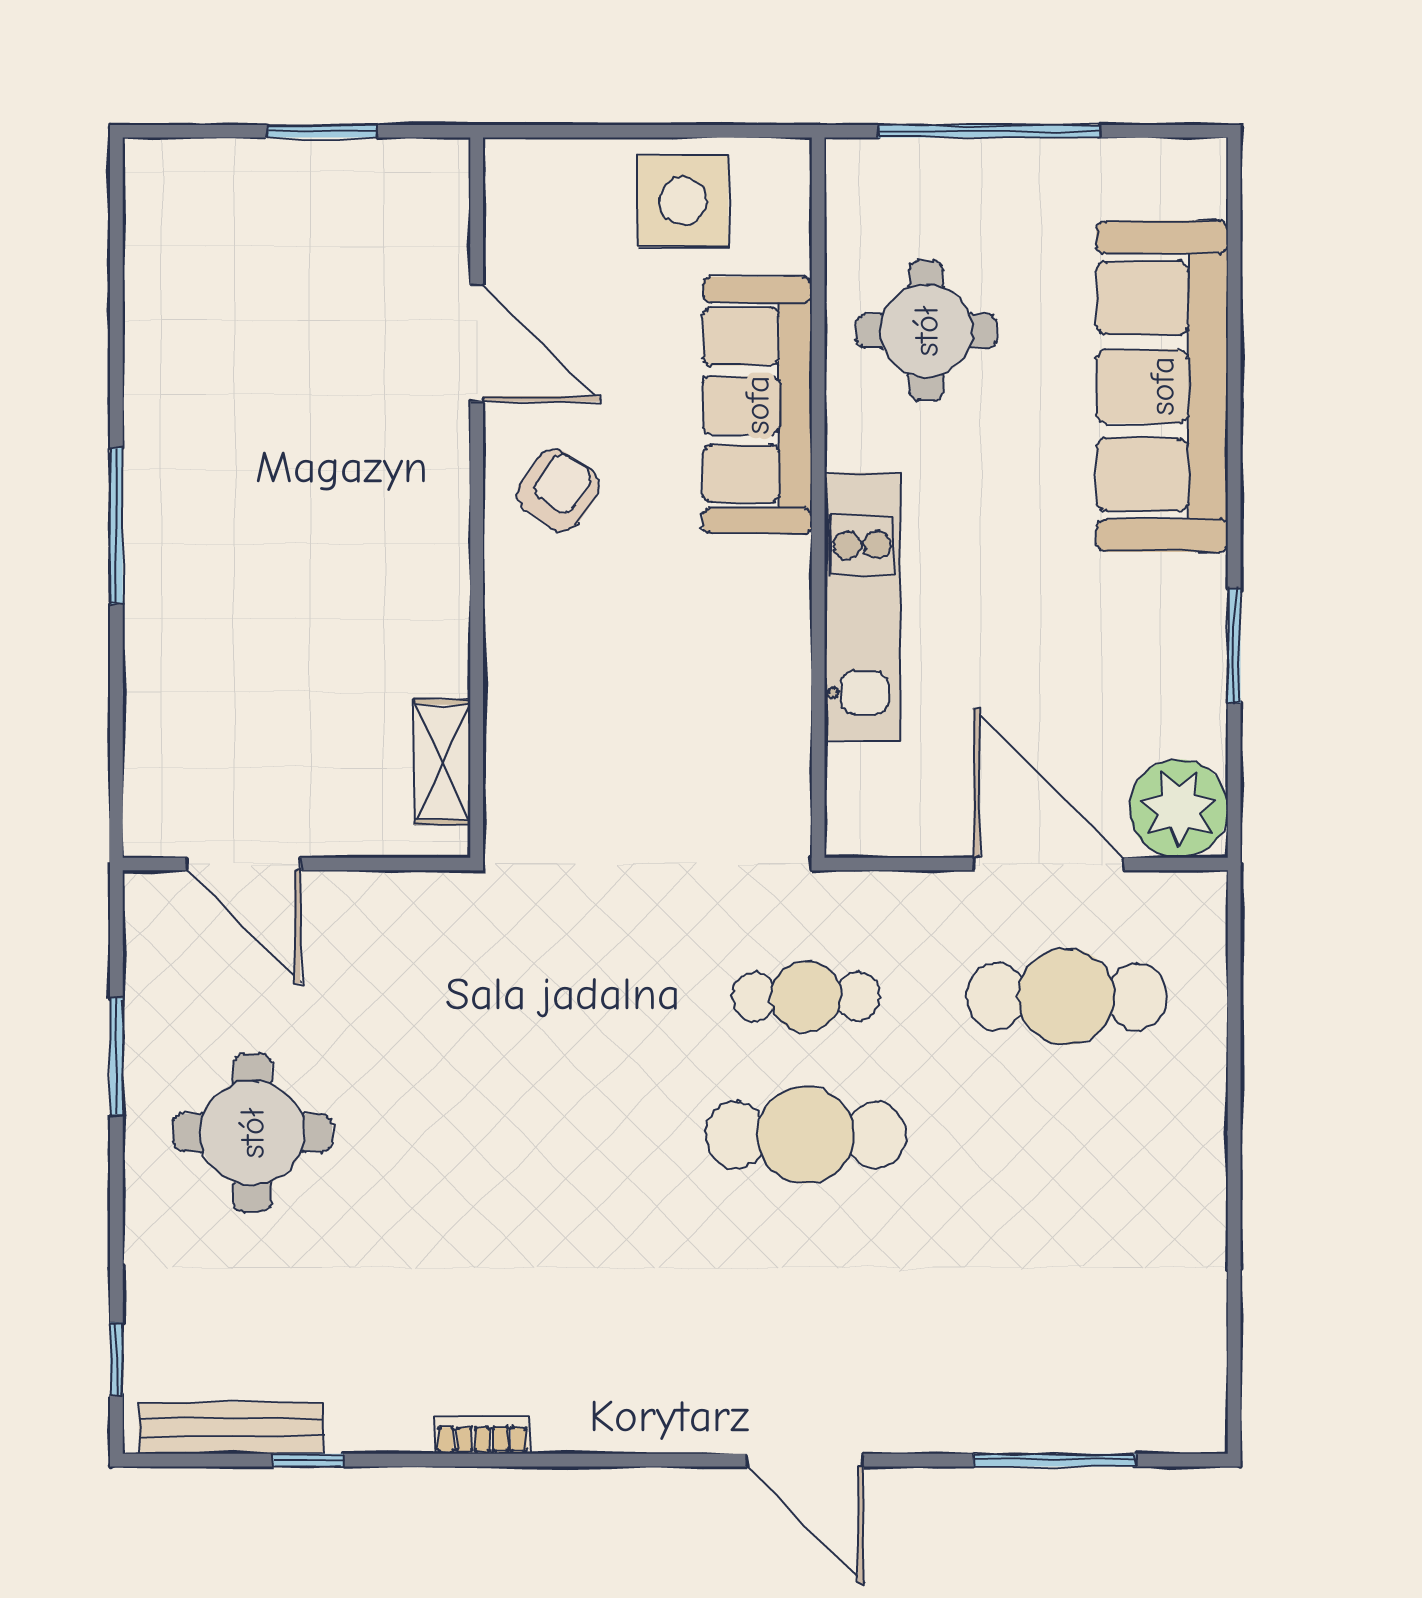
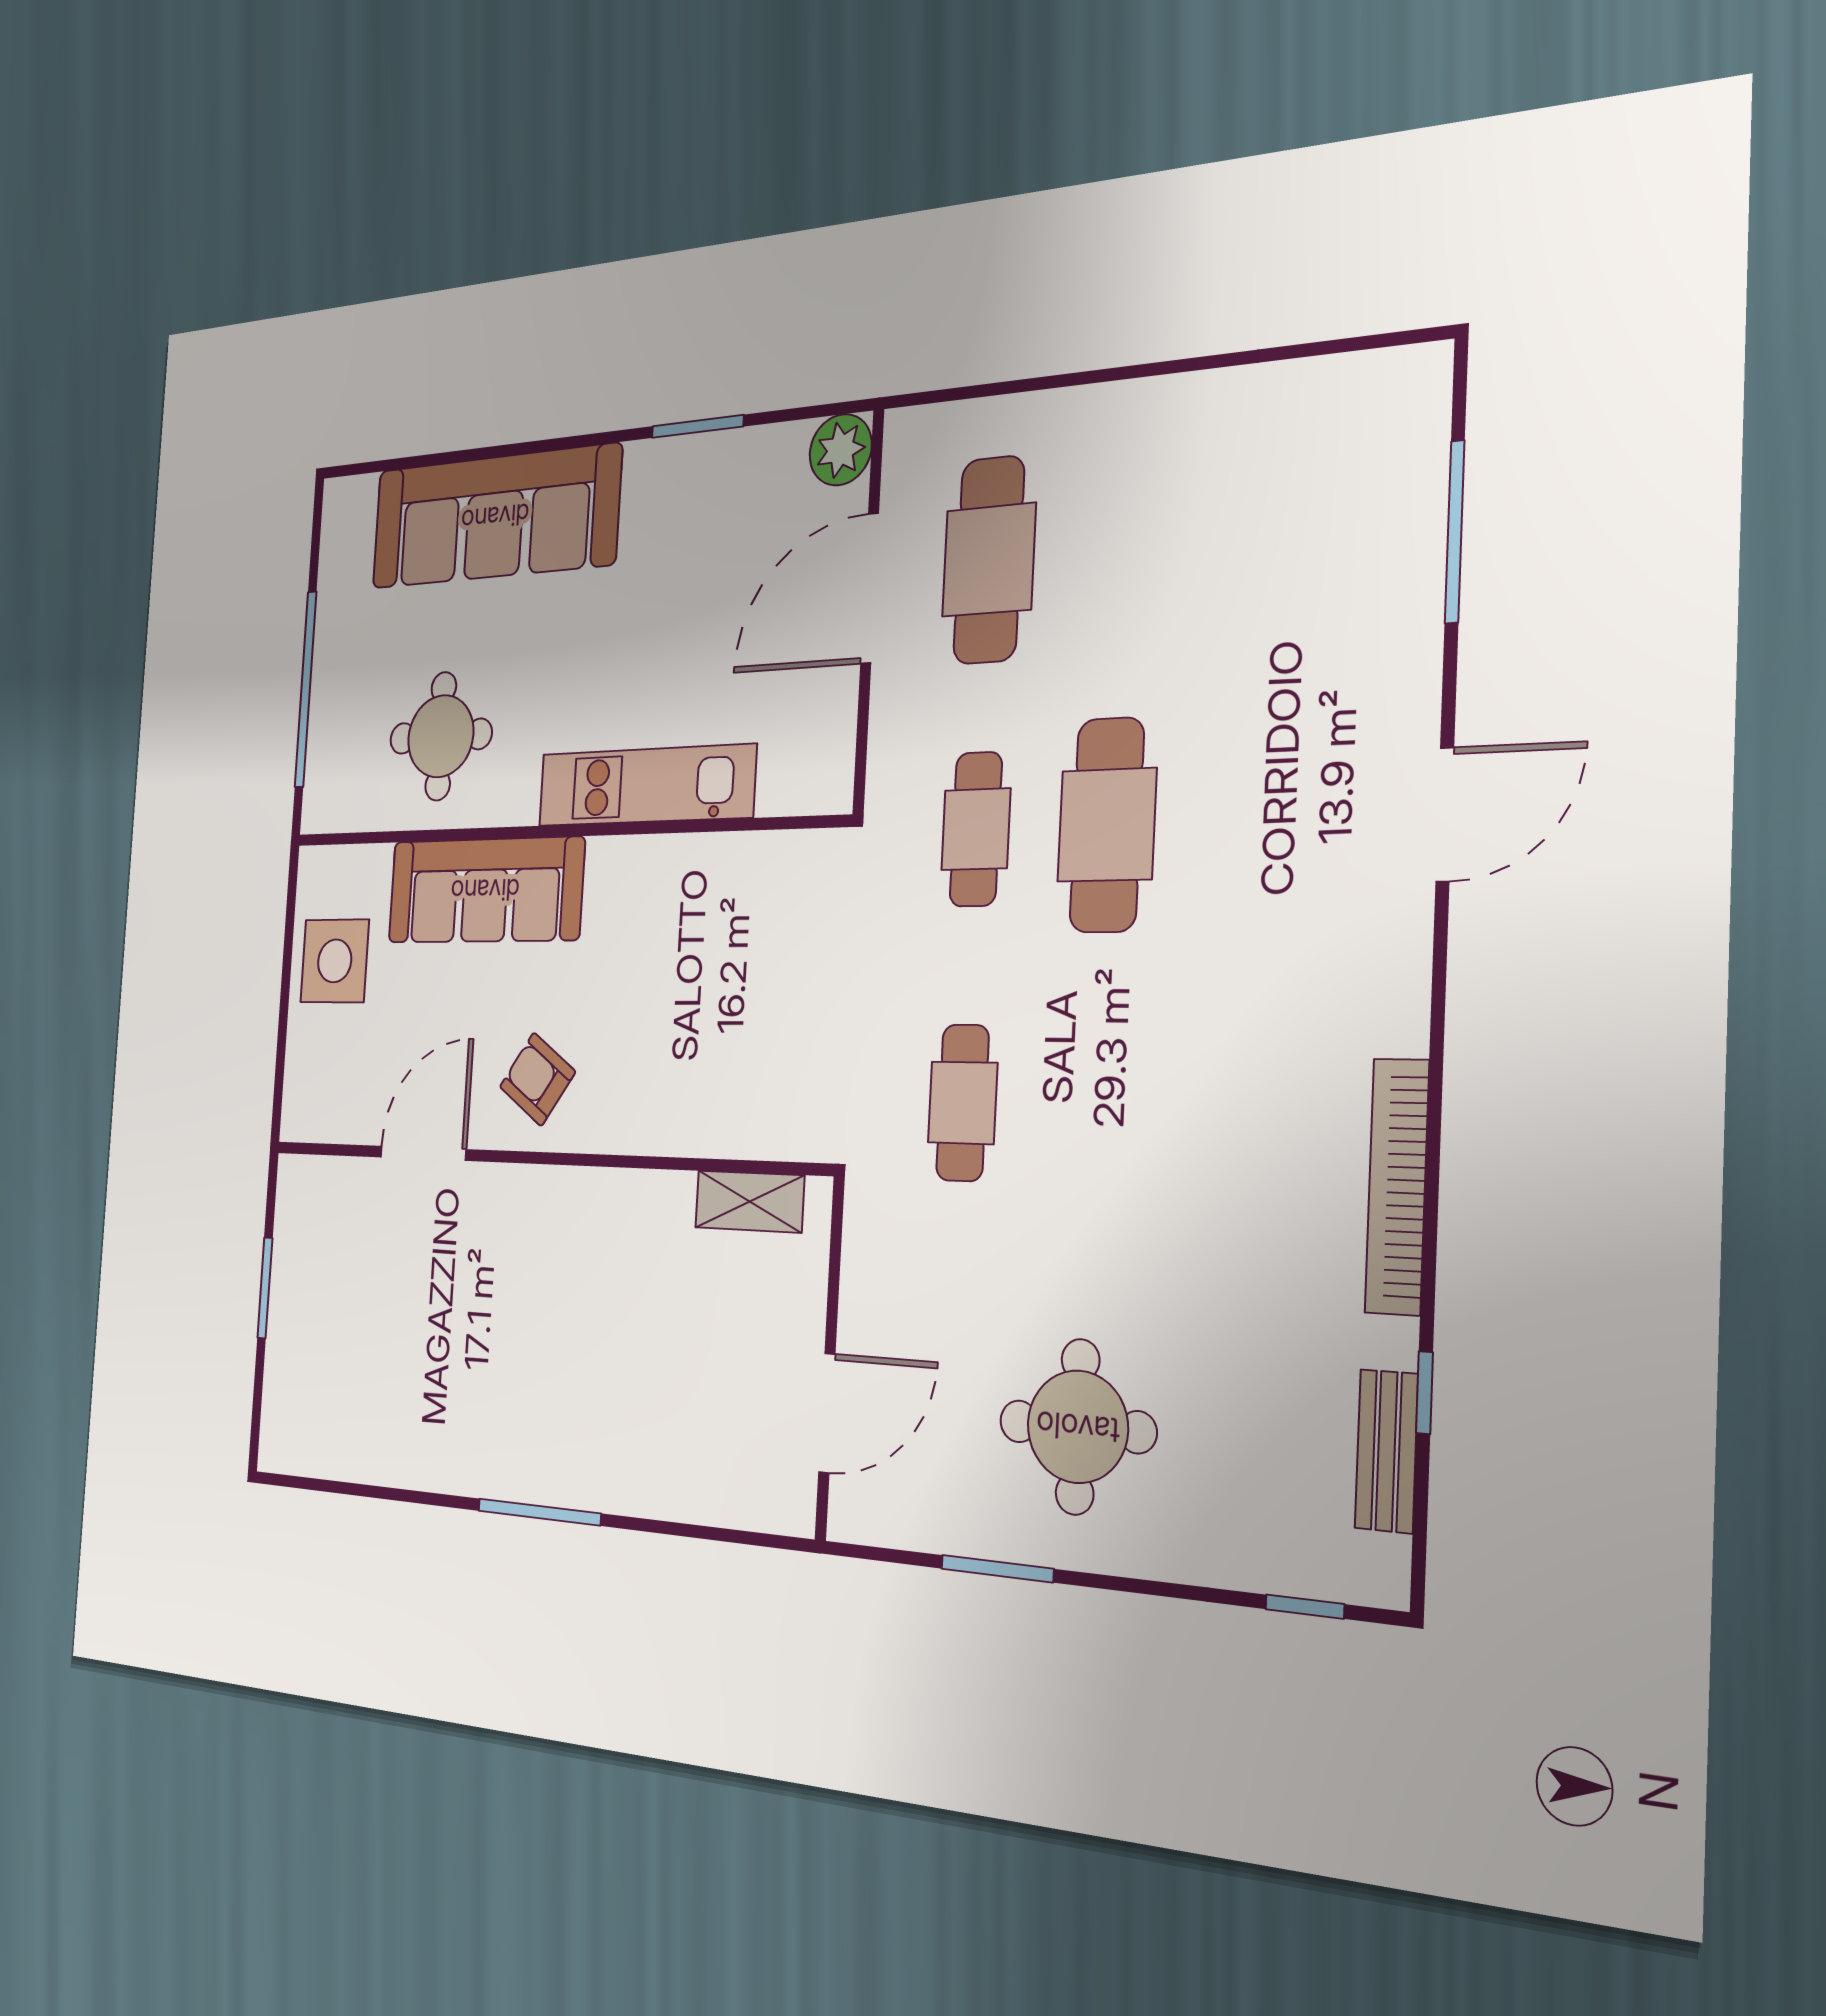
plant: (1179, 809) -> (841, 450), width x0.73, depth x0.73
cafe table: (545, 997) -> (963, 1103), added
bench: (231, 1428) -> (1386, 1451), width x0.73
bookcase: (482, 1435) -> (1397, 1186), width x2.31, depth x1.31

